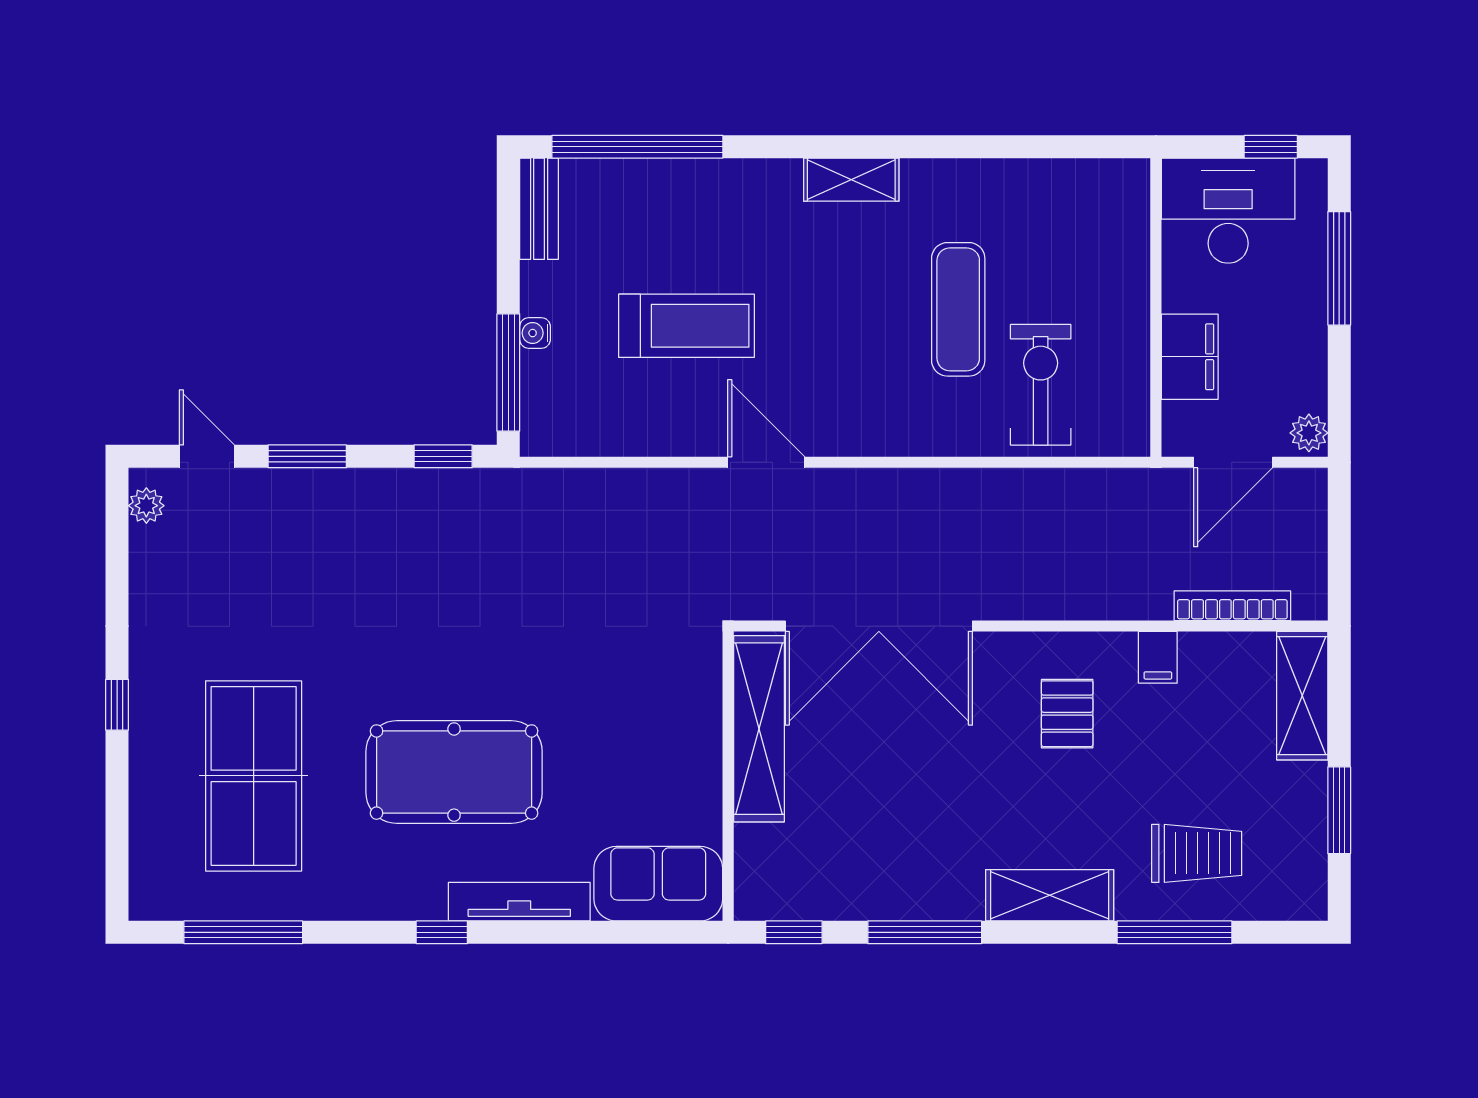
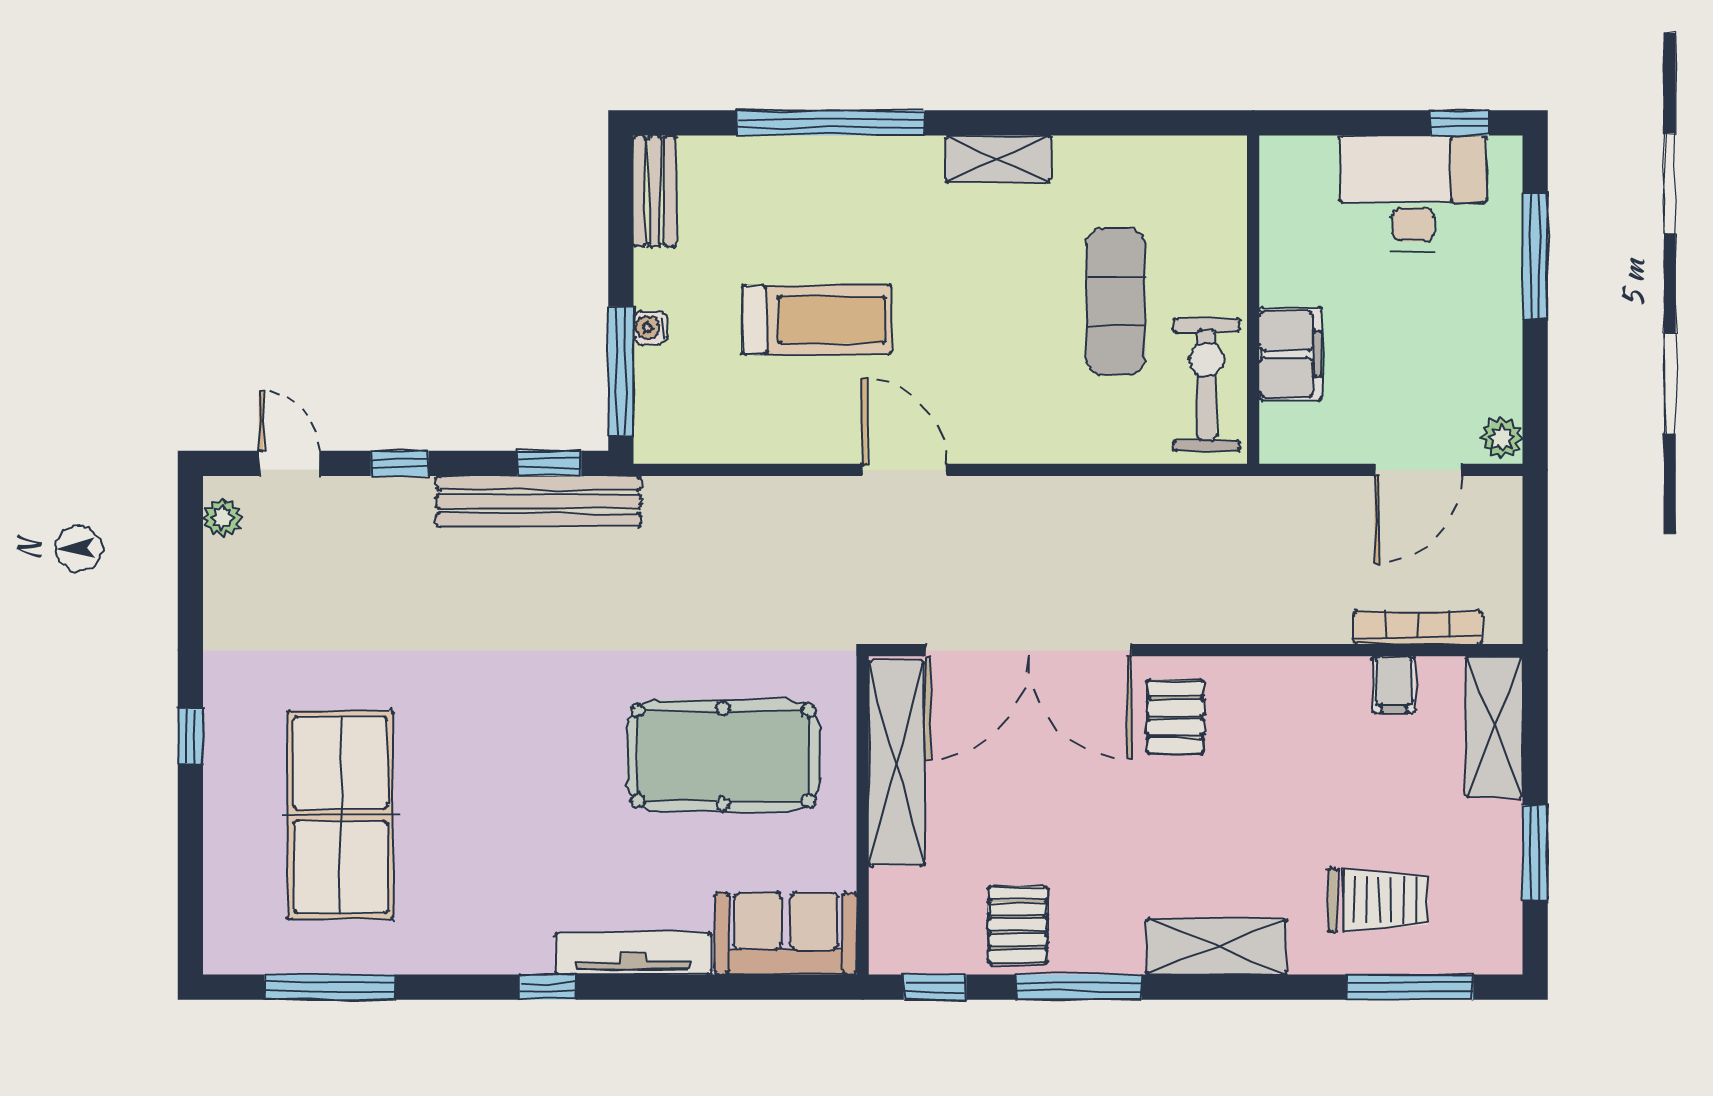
window: (637, 147) -> (830, 123), moved
wall: (1156, 308) -> (1253, 300), moved
filing cabinet: (1190, 357) -> (1290, 354), moved
window: (307, 456) -> (400, 463), width x0.67
bench: (434, 491) -> (539, 501), added
filing cabinet: (1158, 657) -> (1394, 685), moved
pallet: (1067, 714) -> (1176, 717), moved
pool table: (454, 772) -> (723, 756), moved
pallet: (869, 876) -> (1018, 925), added
window: (1175, 932) -> (1410, 987), moved

